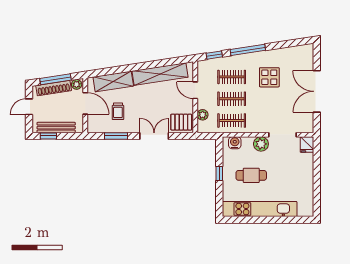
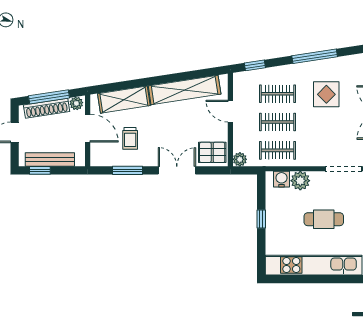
window: (248, 50) -> (315, 56), moved
plant: (203, 115) -> (240, 159), moved
plant: (261, 144) -> (300, 181), moved
cafe table: (251, 175) -> (324, 219), moved

